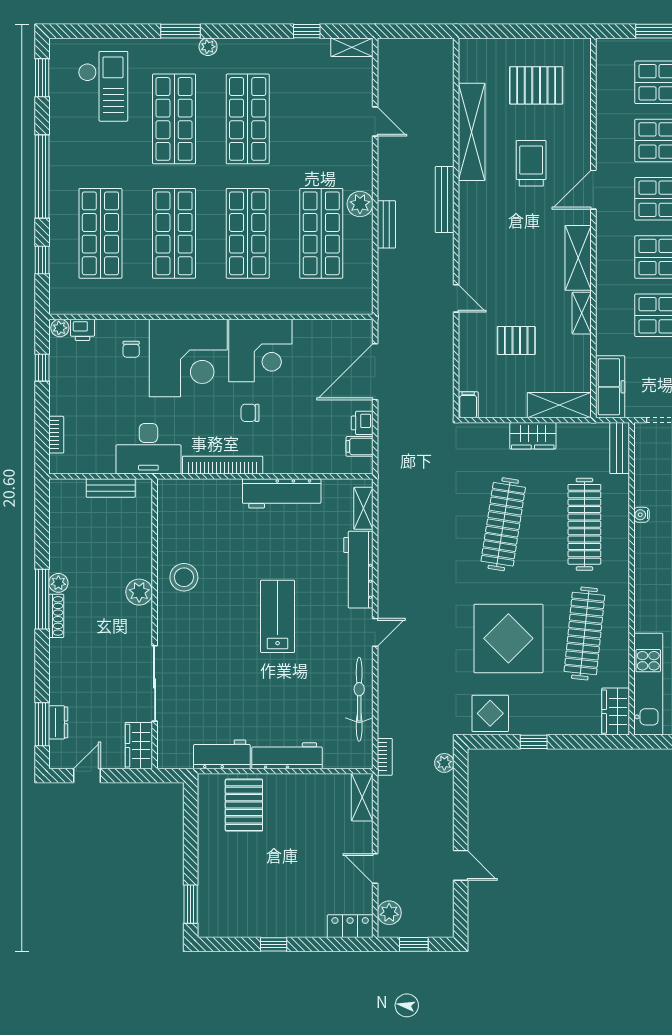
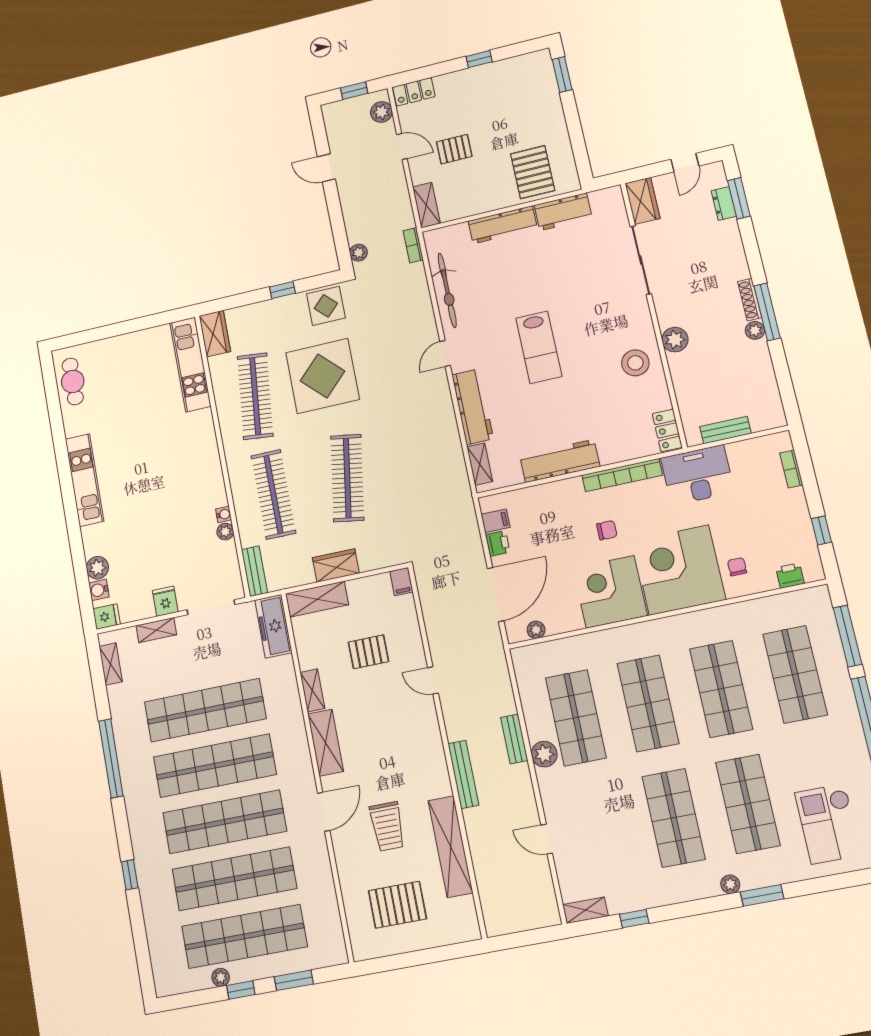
window: (42, 260) -> (848, 636), width x2.17
plant: (60, 328) -> (536, 630), moved
plant: (643, 496) -> (225, 532), added
locker: (168, 501) -> (667, 430), added
pallet: (320, 851) -> (454, 149), added

